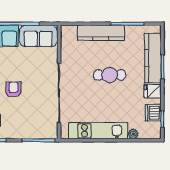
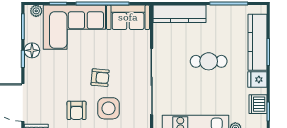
kitchen counter: (101, 33) -> (179, 14), moved
armchair: (14, 89) -> (100, 78), turned 95
side table: (21, 117) -> (109, 108), added

